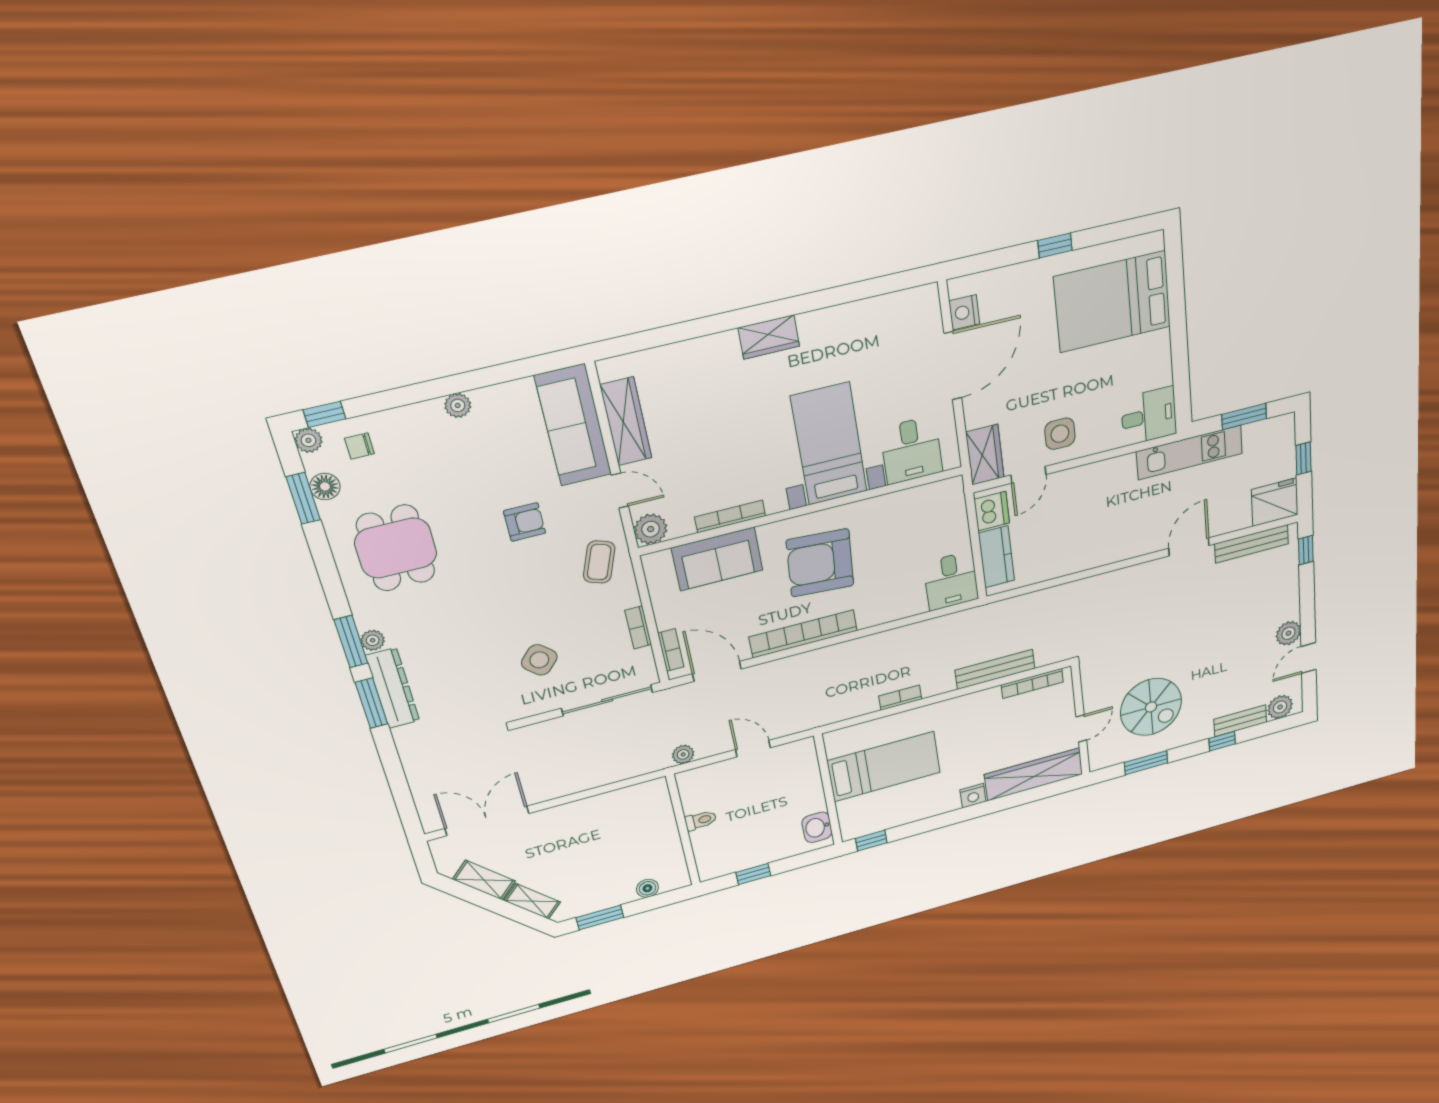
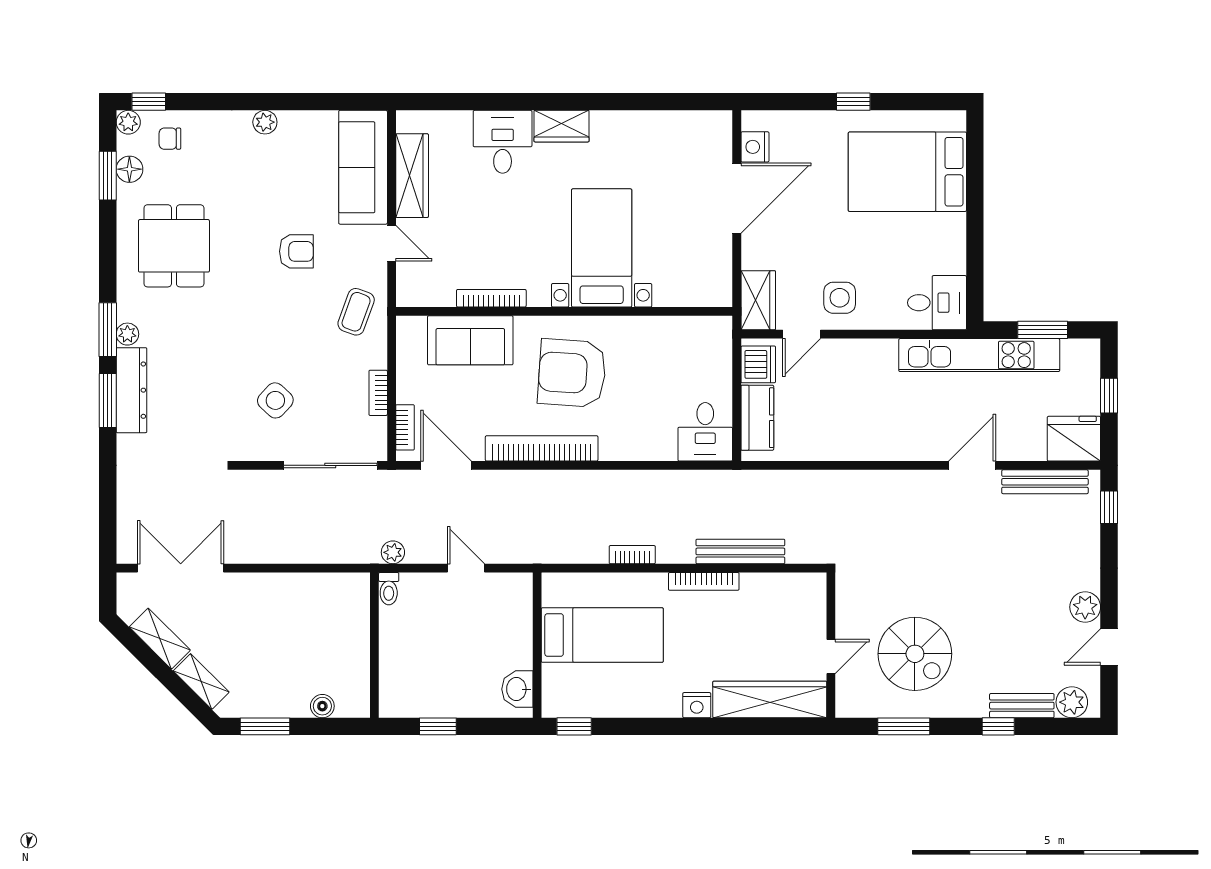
desk: (911, 450) -> (503, 142), moved, turned 180
kitchen unit: (1189, 452) -> (979, 355), width x1.36
plant: (651, 529) -> (412, 291), removed
bookcase: (1032, 683) -> (704, 581), moved
toilet: (701, 820) -> (389, 589), moved, turned 90

